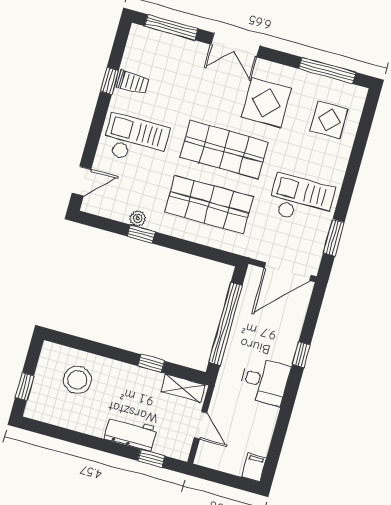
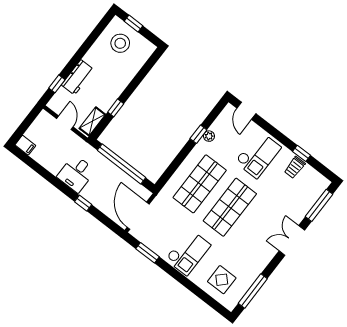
display table: (266, 103) -> (248, 245), removed
checkout: (301, 200) -> (188, 252), moved
stool: (77, 380) -> (120, 43), moved
door: (201, 425) -> (65, 123), swing flipped

